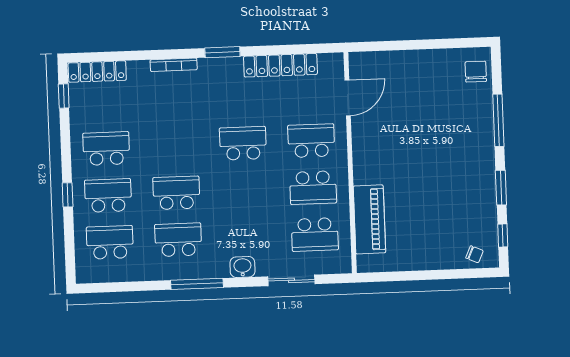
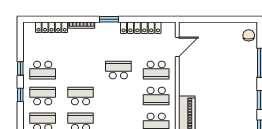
locker: (97, 72) -> (52, 27), moved
window: (64, 96) -> (20, 68), moved
school desk: (311, 141) -> (156, 70), turned 180
school desk: (106, 149) -> (43, 70), turned 180

